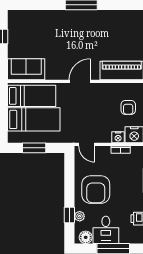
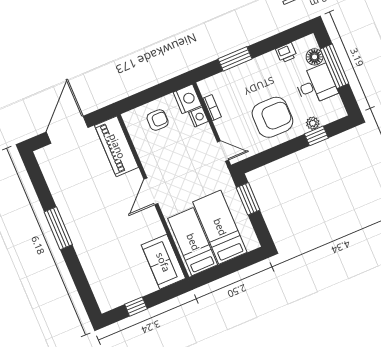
door: (80, 81) -> (151, 191), hinge flipped
door: (87, 144) -> (223, 151), hinge flipped
window: (34, 148) -> (248, 199), moved
floor lamp: (86, 237) -> (315, 57), moved

